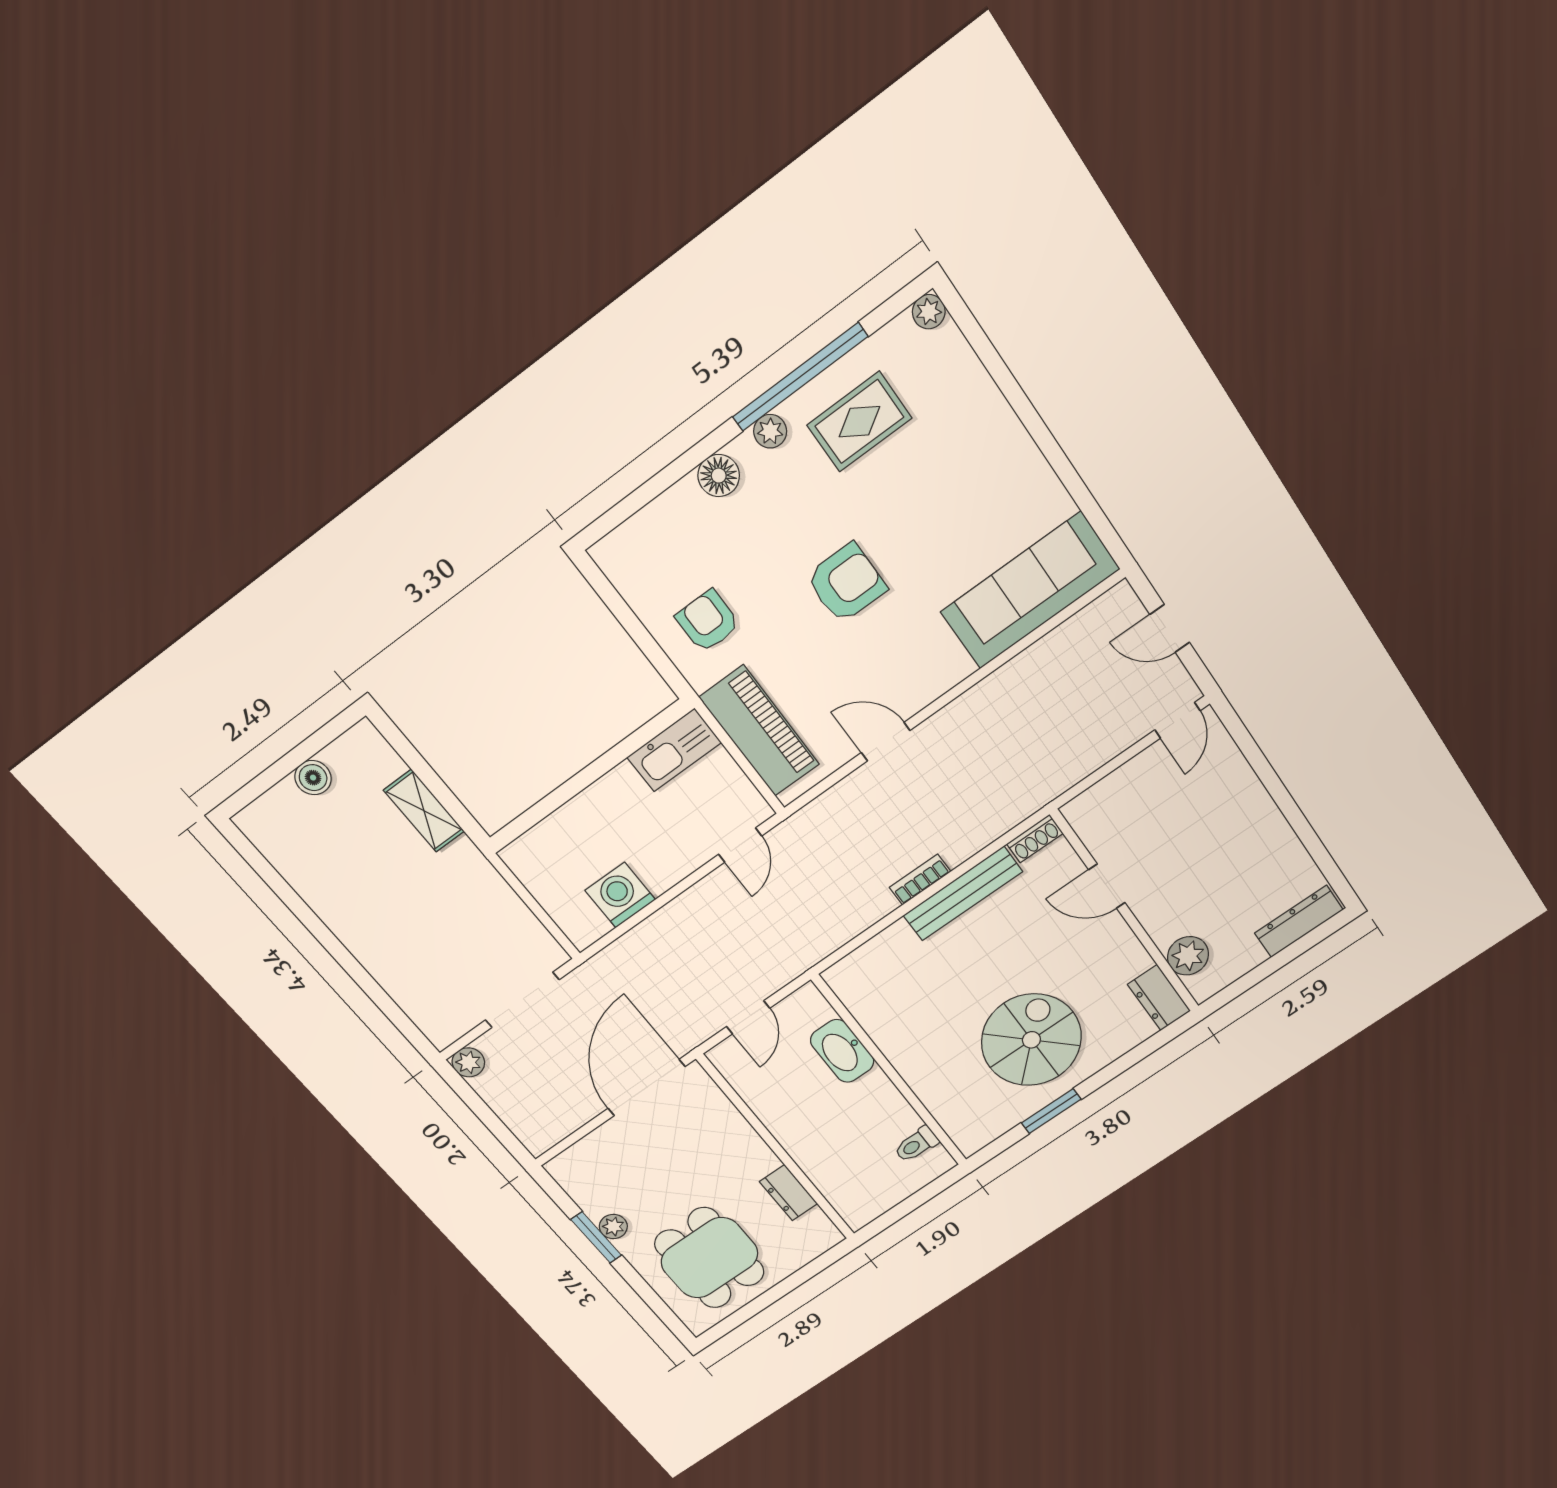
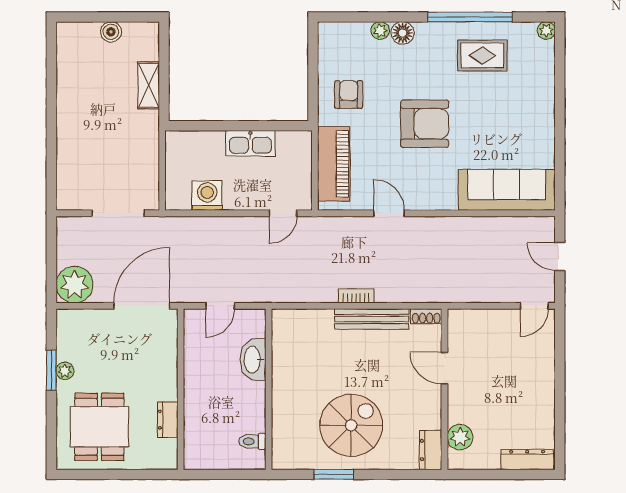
plant: (770, 431) -> (380, 31), moved
armchair: (846, 583) -> (425, 124), width x1.36, depth x1.36
kitchen sink: (674, 750) -> (250, 143), moved
plant: (468, 1062) -> (74, 285), moved, width x1.87, depth x1.87

